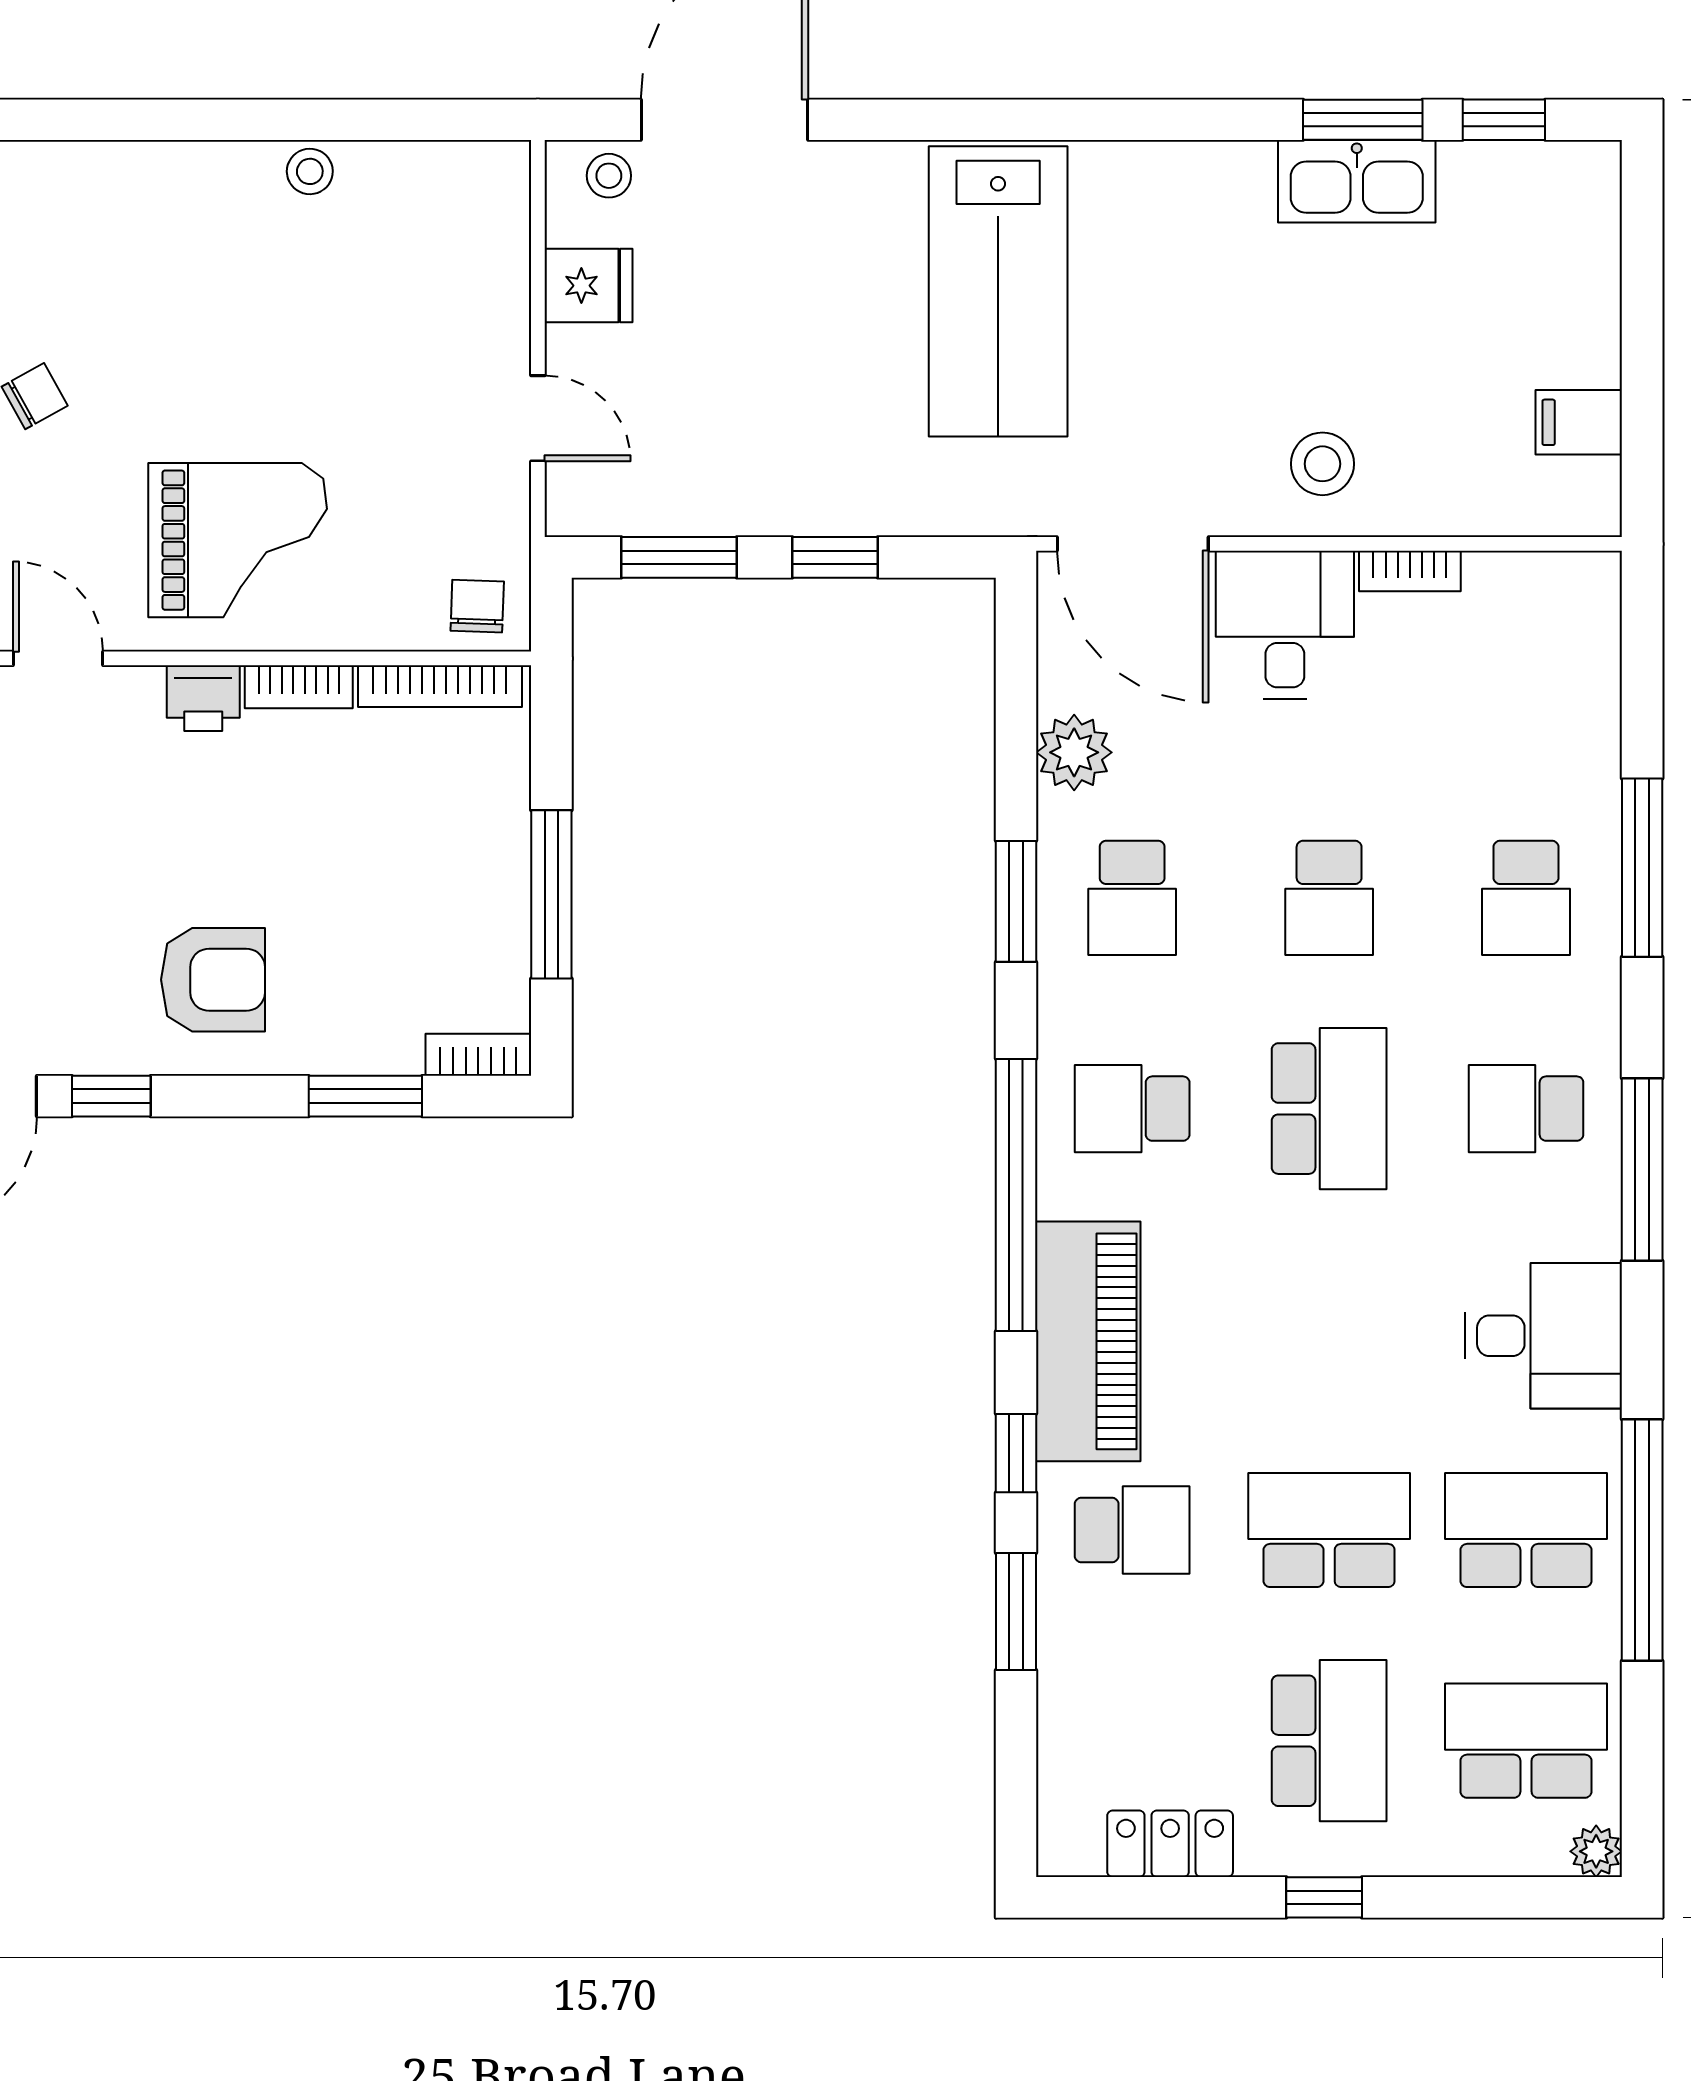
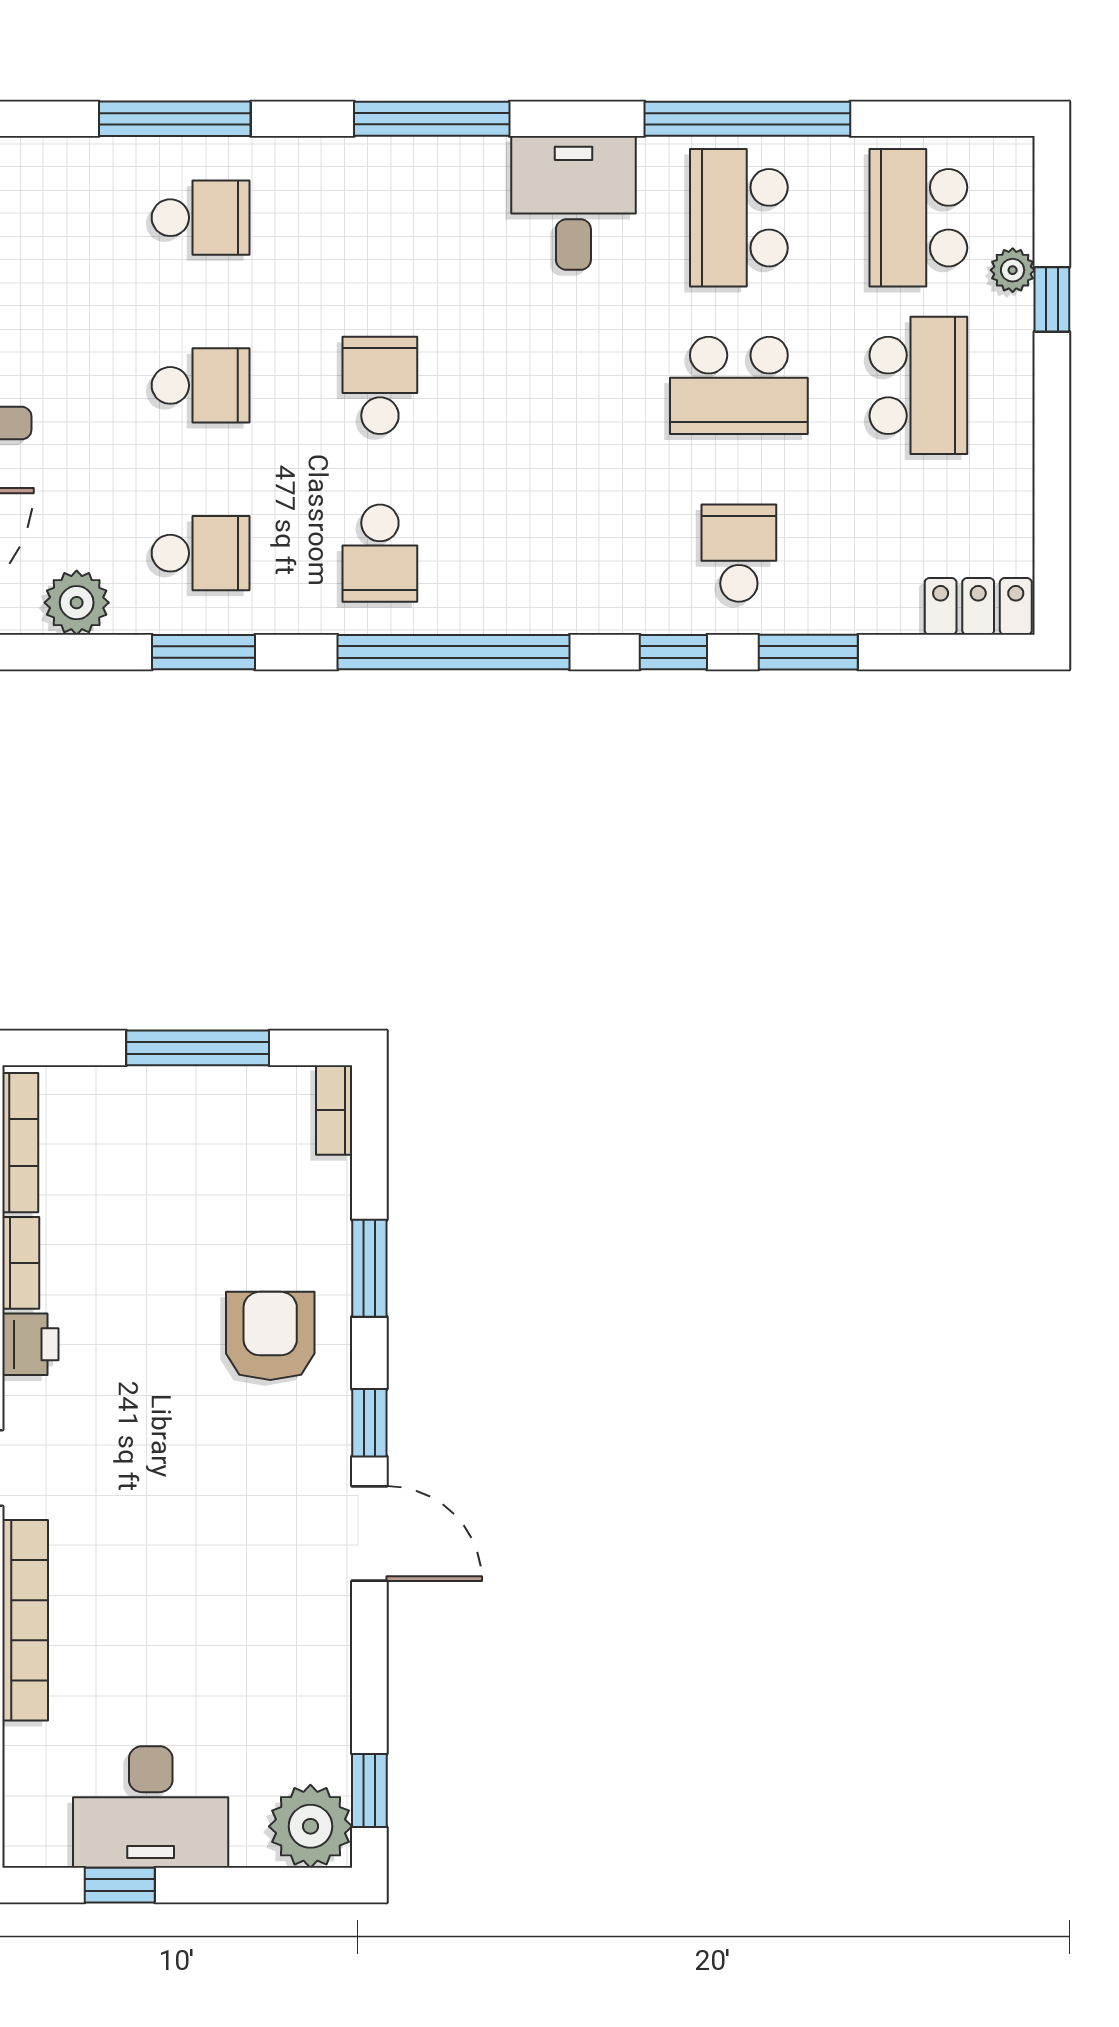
window: (365, 1096) -> (369, 1268), moved
school desk: (1329, 1109) -> (380, 385), width x0.54
school desk: (1526, 1109) -> (380, 218), removed
piano: (1088, 1341) -> (578, 590), removed
school desk: (1329, 1530) -> (739, 385), turned -90
school desk: (1329, 1741) -> (918, 385), turned 90
locker: (1170, 1844) -> (978, 606), moved, turned 90
plant: (1596, 1851) -> (1013, 270), moved
window: (1324, 1897) -> (1052, 299), moved

